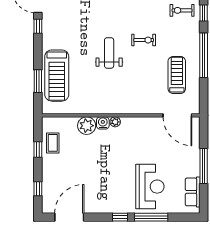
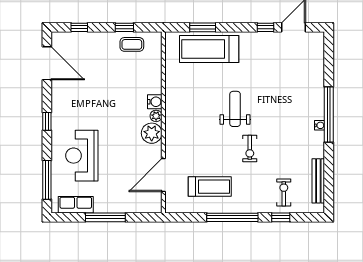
weight bench: (109, 53) -> (235, 109), turned -90
door: (177, 115) -> (163, 175), moved
plant: (87, 126) -> (152, 133), moved
reception desk: (150, 187) -> (82, 156), turned 90
window: (151, 217) -> (47, 180), moved

